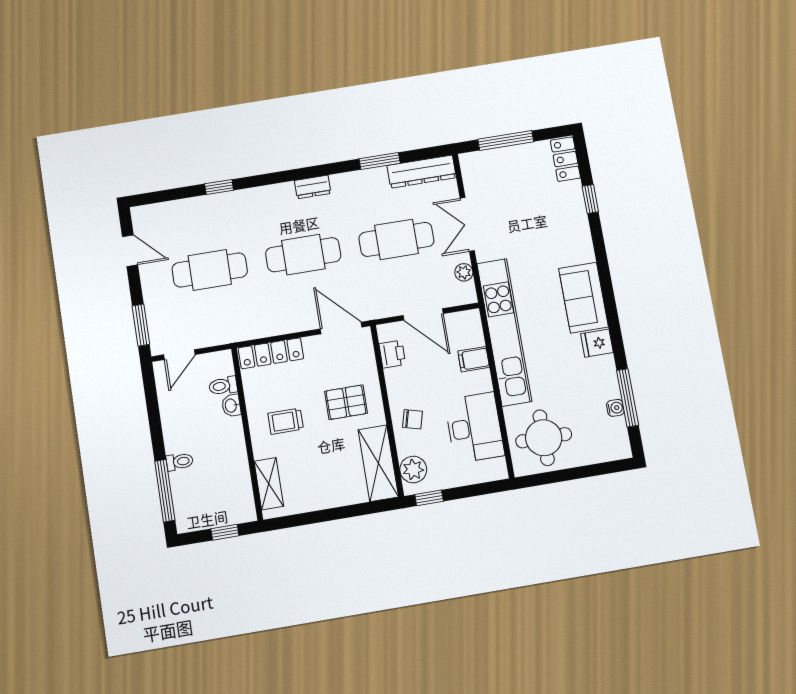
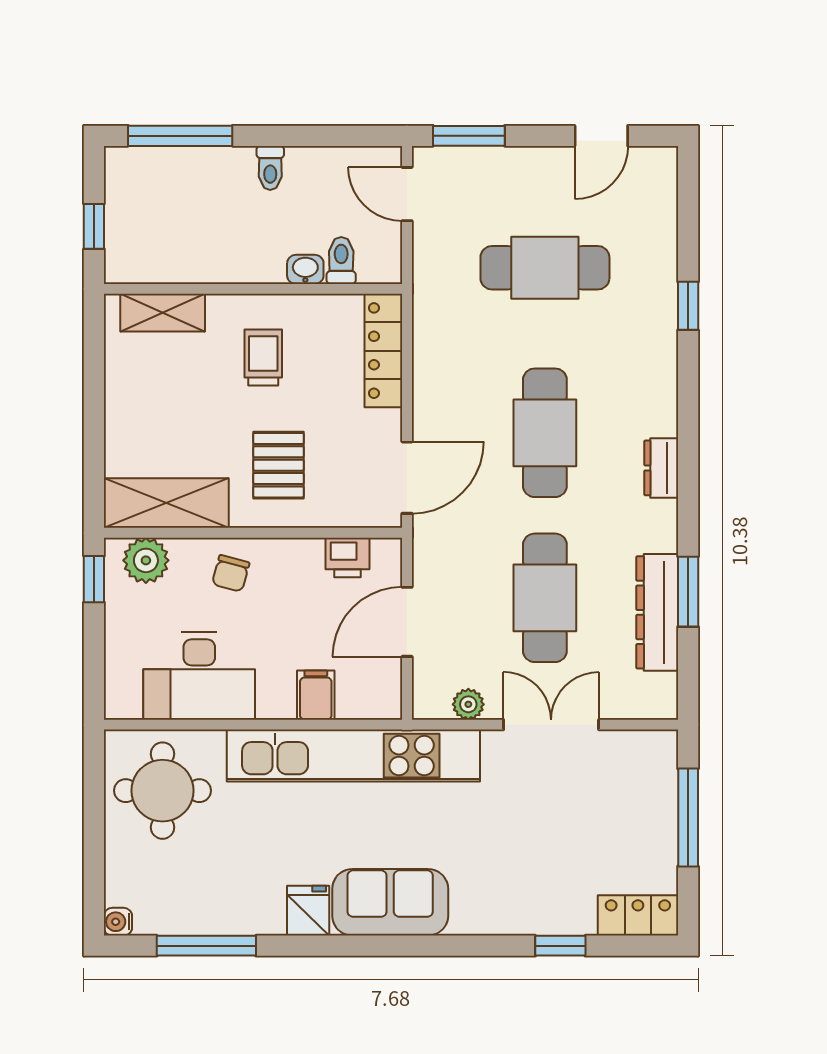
dresser: (422, 172) -> (657, 612), moved
cafe table: (210, 270) -> (545, 268), turned 90
water cooler: (615, 408) -> (118, 922), moved, turned 90
toilet: (180, 462) -> (270, 168), moved

